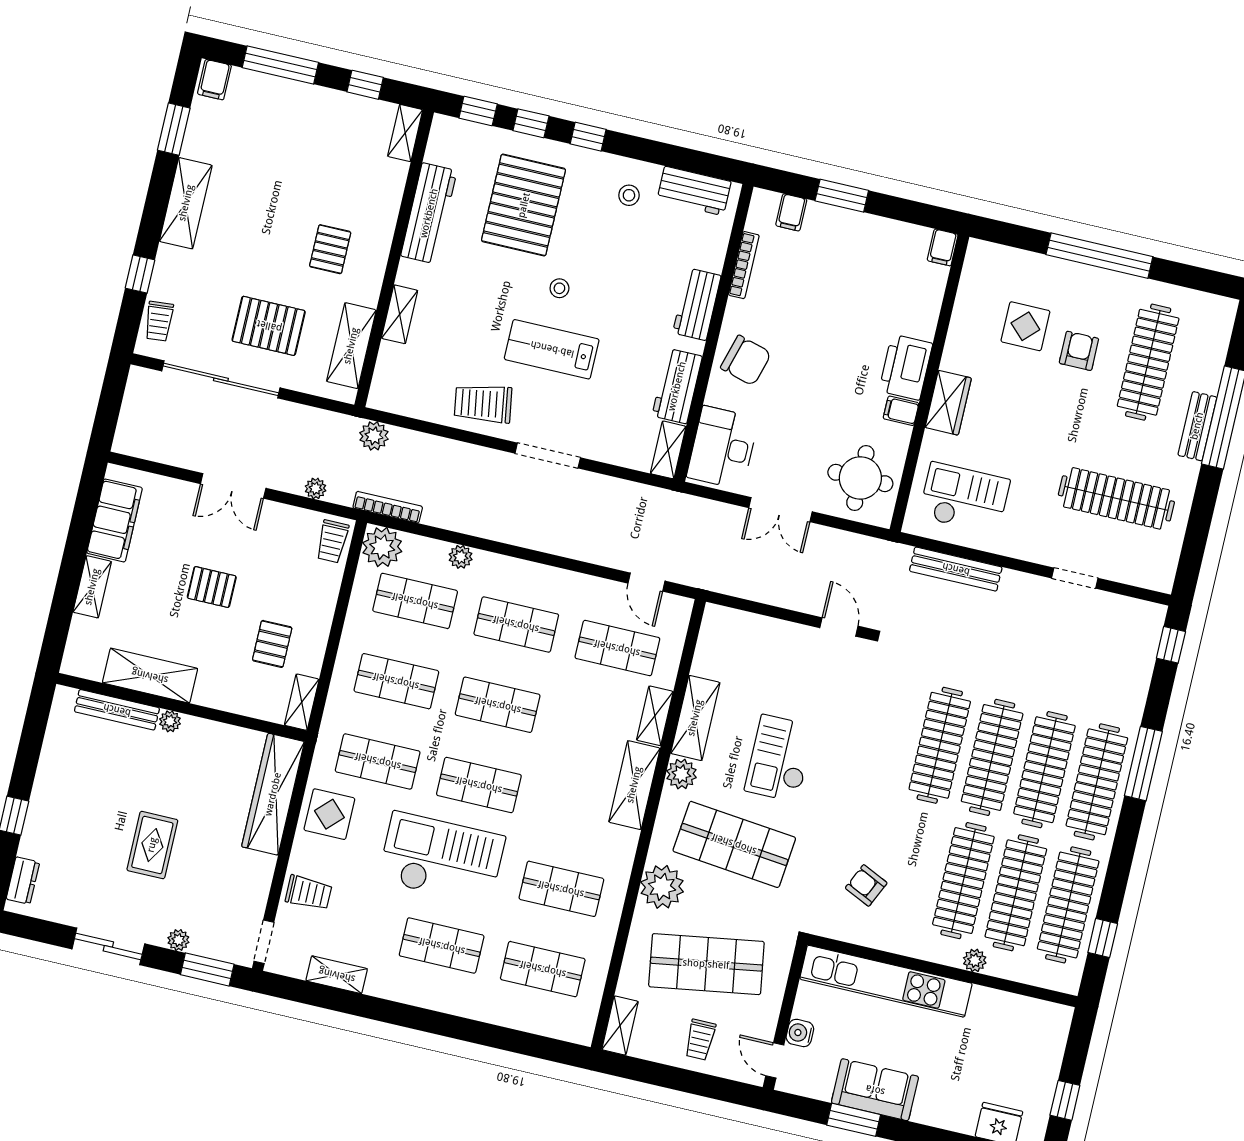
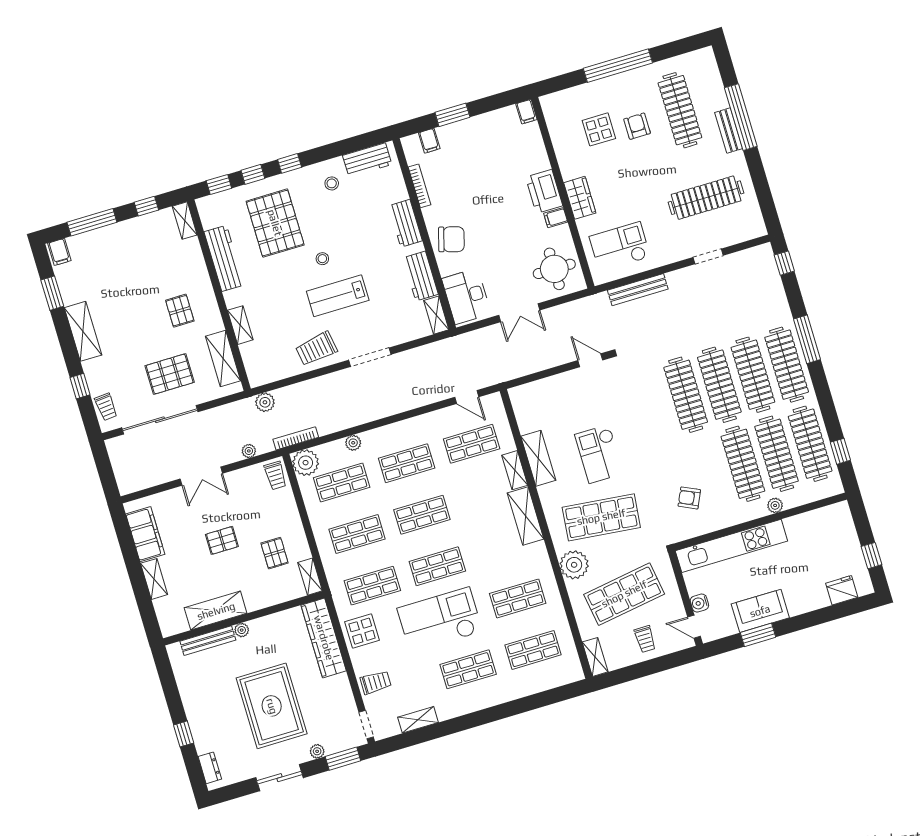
plant: (681, 774) -> (549, 495), removed
rug: (152, 845) -> (272, 706), width x1.86, depth x2.06

